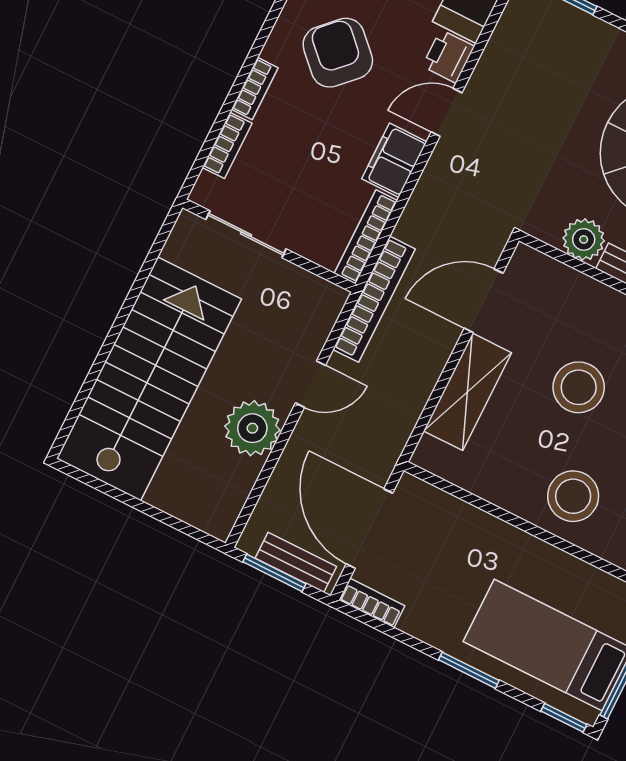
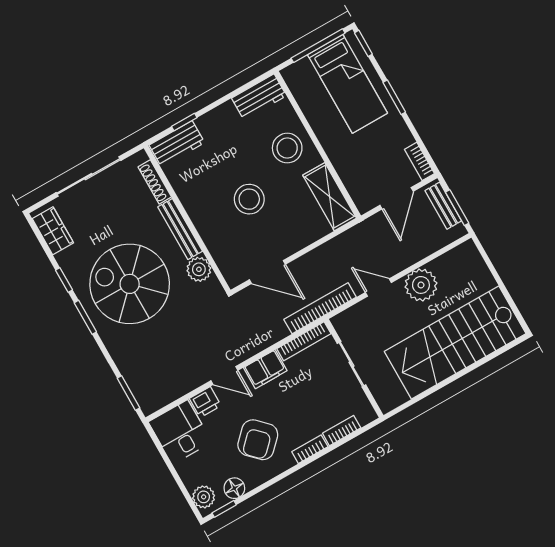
sliding door: (246, 234) -> (351, 364), moved
shelving: (467, 392) -> (330, 197), moved, turned 90
door: (370, 529) -> (397, 198), width x0.73

